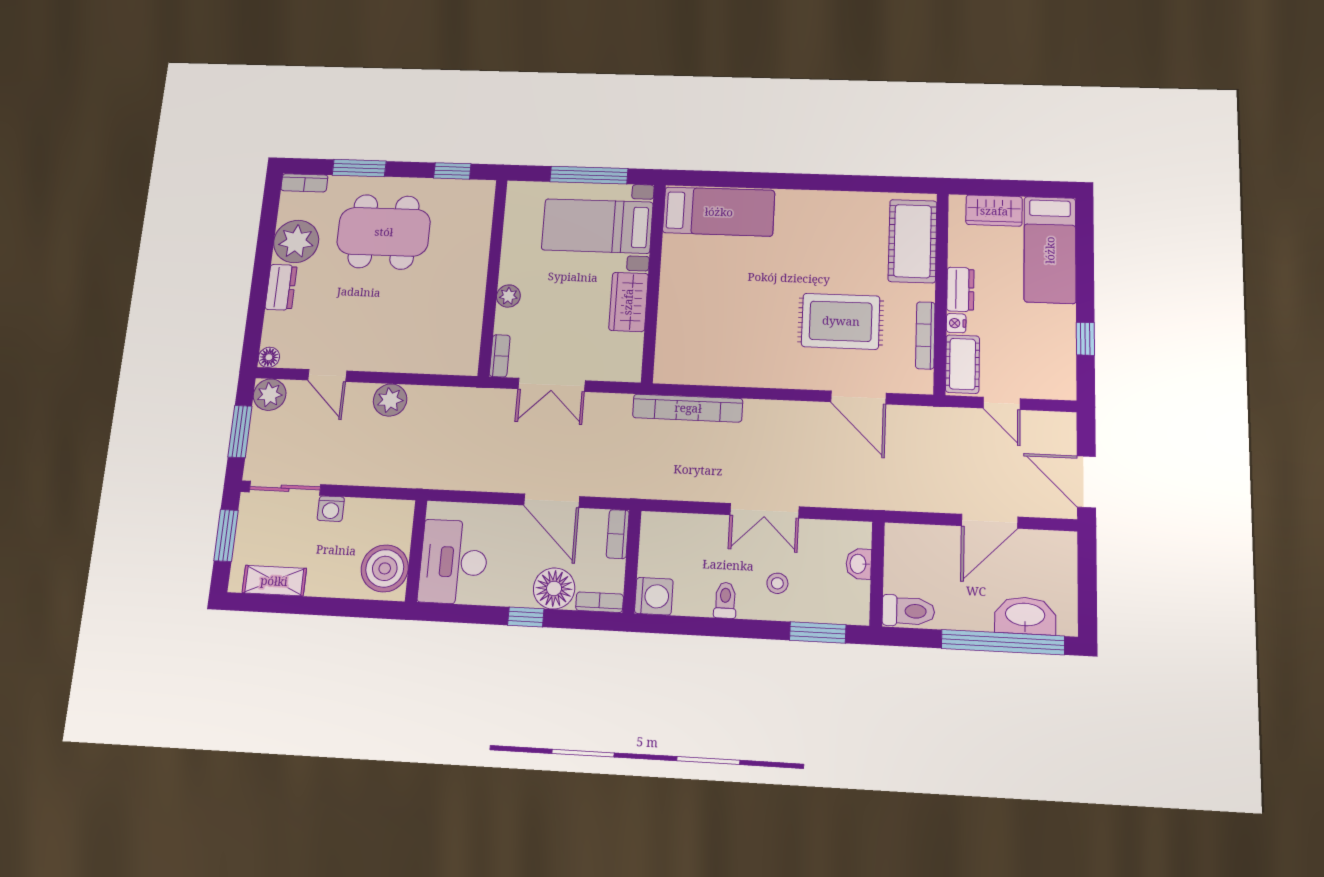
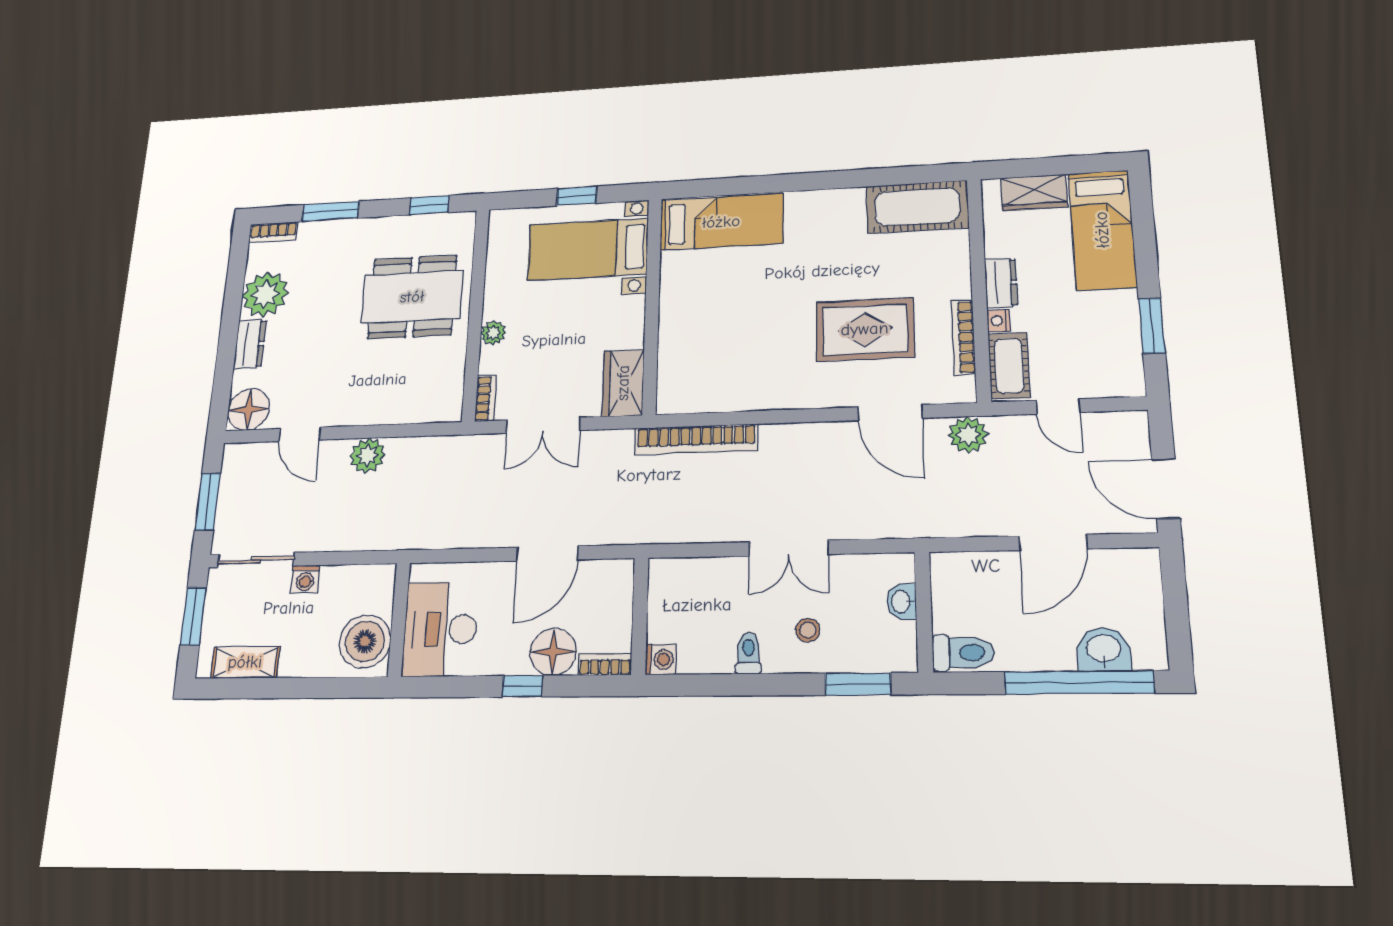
window: (589, 175) -> (577, 196), width x0.46
dining table: (384, 232) -> (412, 297), moved
cot: (913, 241) -> (917, 207), moved, turned 90
wardrobe: (628, 302) -> (623, 383), moved
window: (1085, 339) -> (1152, 326), width x1.50
floor lamp: (269, 357) -> (249, 409), width x1.89, depth x1.89
plant: (270, 395) -> (968, 435), moved
door: (552, 501) -> (547, 553), hinge flipped
bookcase: (618, 534) -> (623, 586), removed
washing machine: (654, 596) -> (660, 660), width x0.73, depth x0.73
washbasin: (1025, 616) -> (1104, 649), width x0.72

